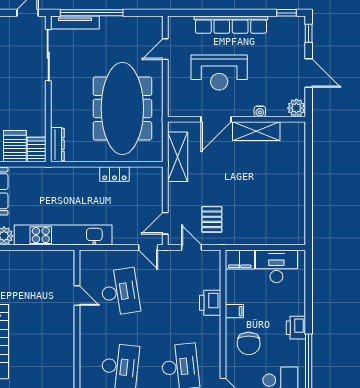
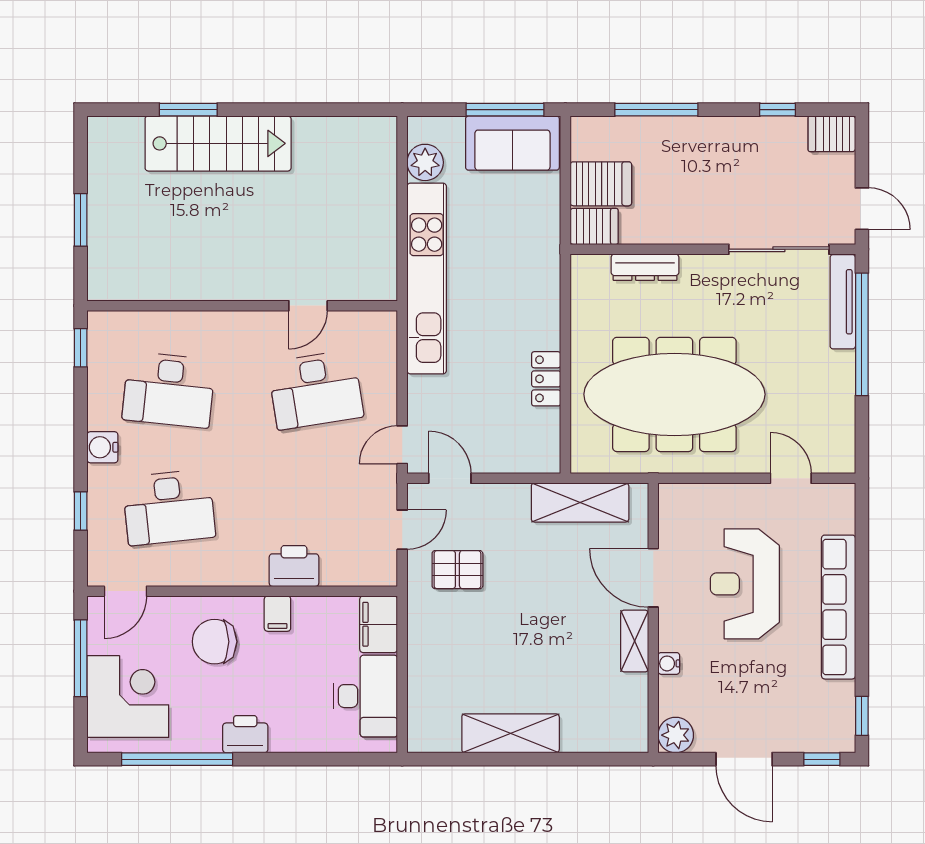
door: (309, 73) -> (744, 759), hinge flipped
shelving: (256, 131) -> (635, 641), width x0.67, depth x0.75
dresser: (57, 145) -> (645, 267), moved
shelving: (295, 192) -> (511, 733), added

